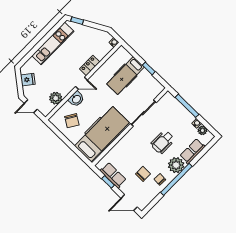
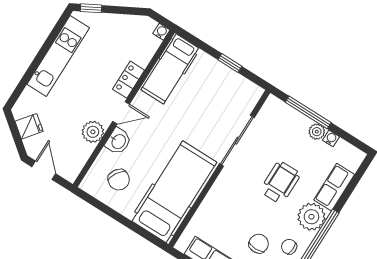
hospital bed: (125, 75) -> (170, 69), moved
plant: (56, 98) -> (93, 132), moved
door: (31, 106) -> (44, 170), swing flipped
plant: (202, 130) -> (317, 132), moved
wheelchair: (163, 142) -> (280, 183), turned 180

